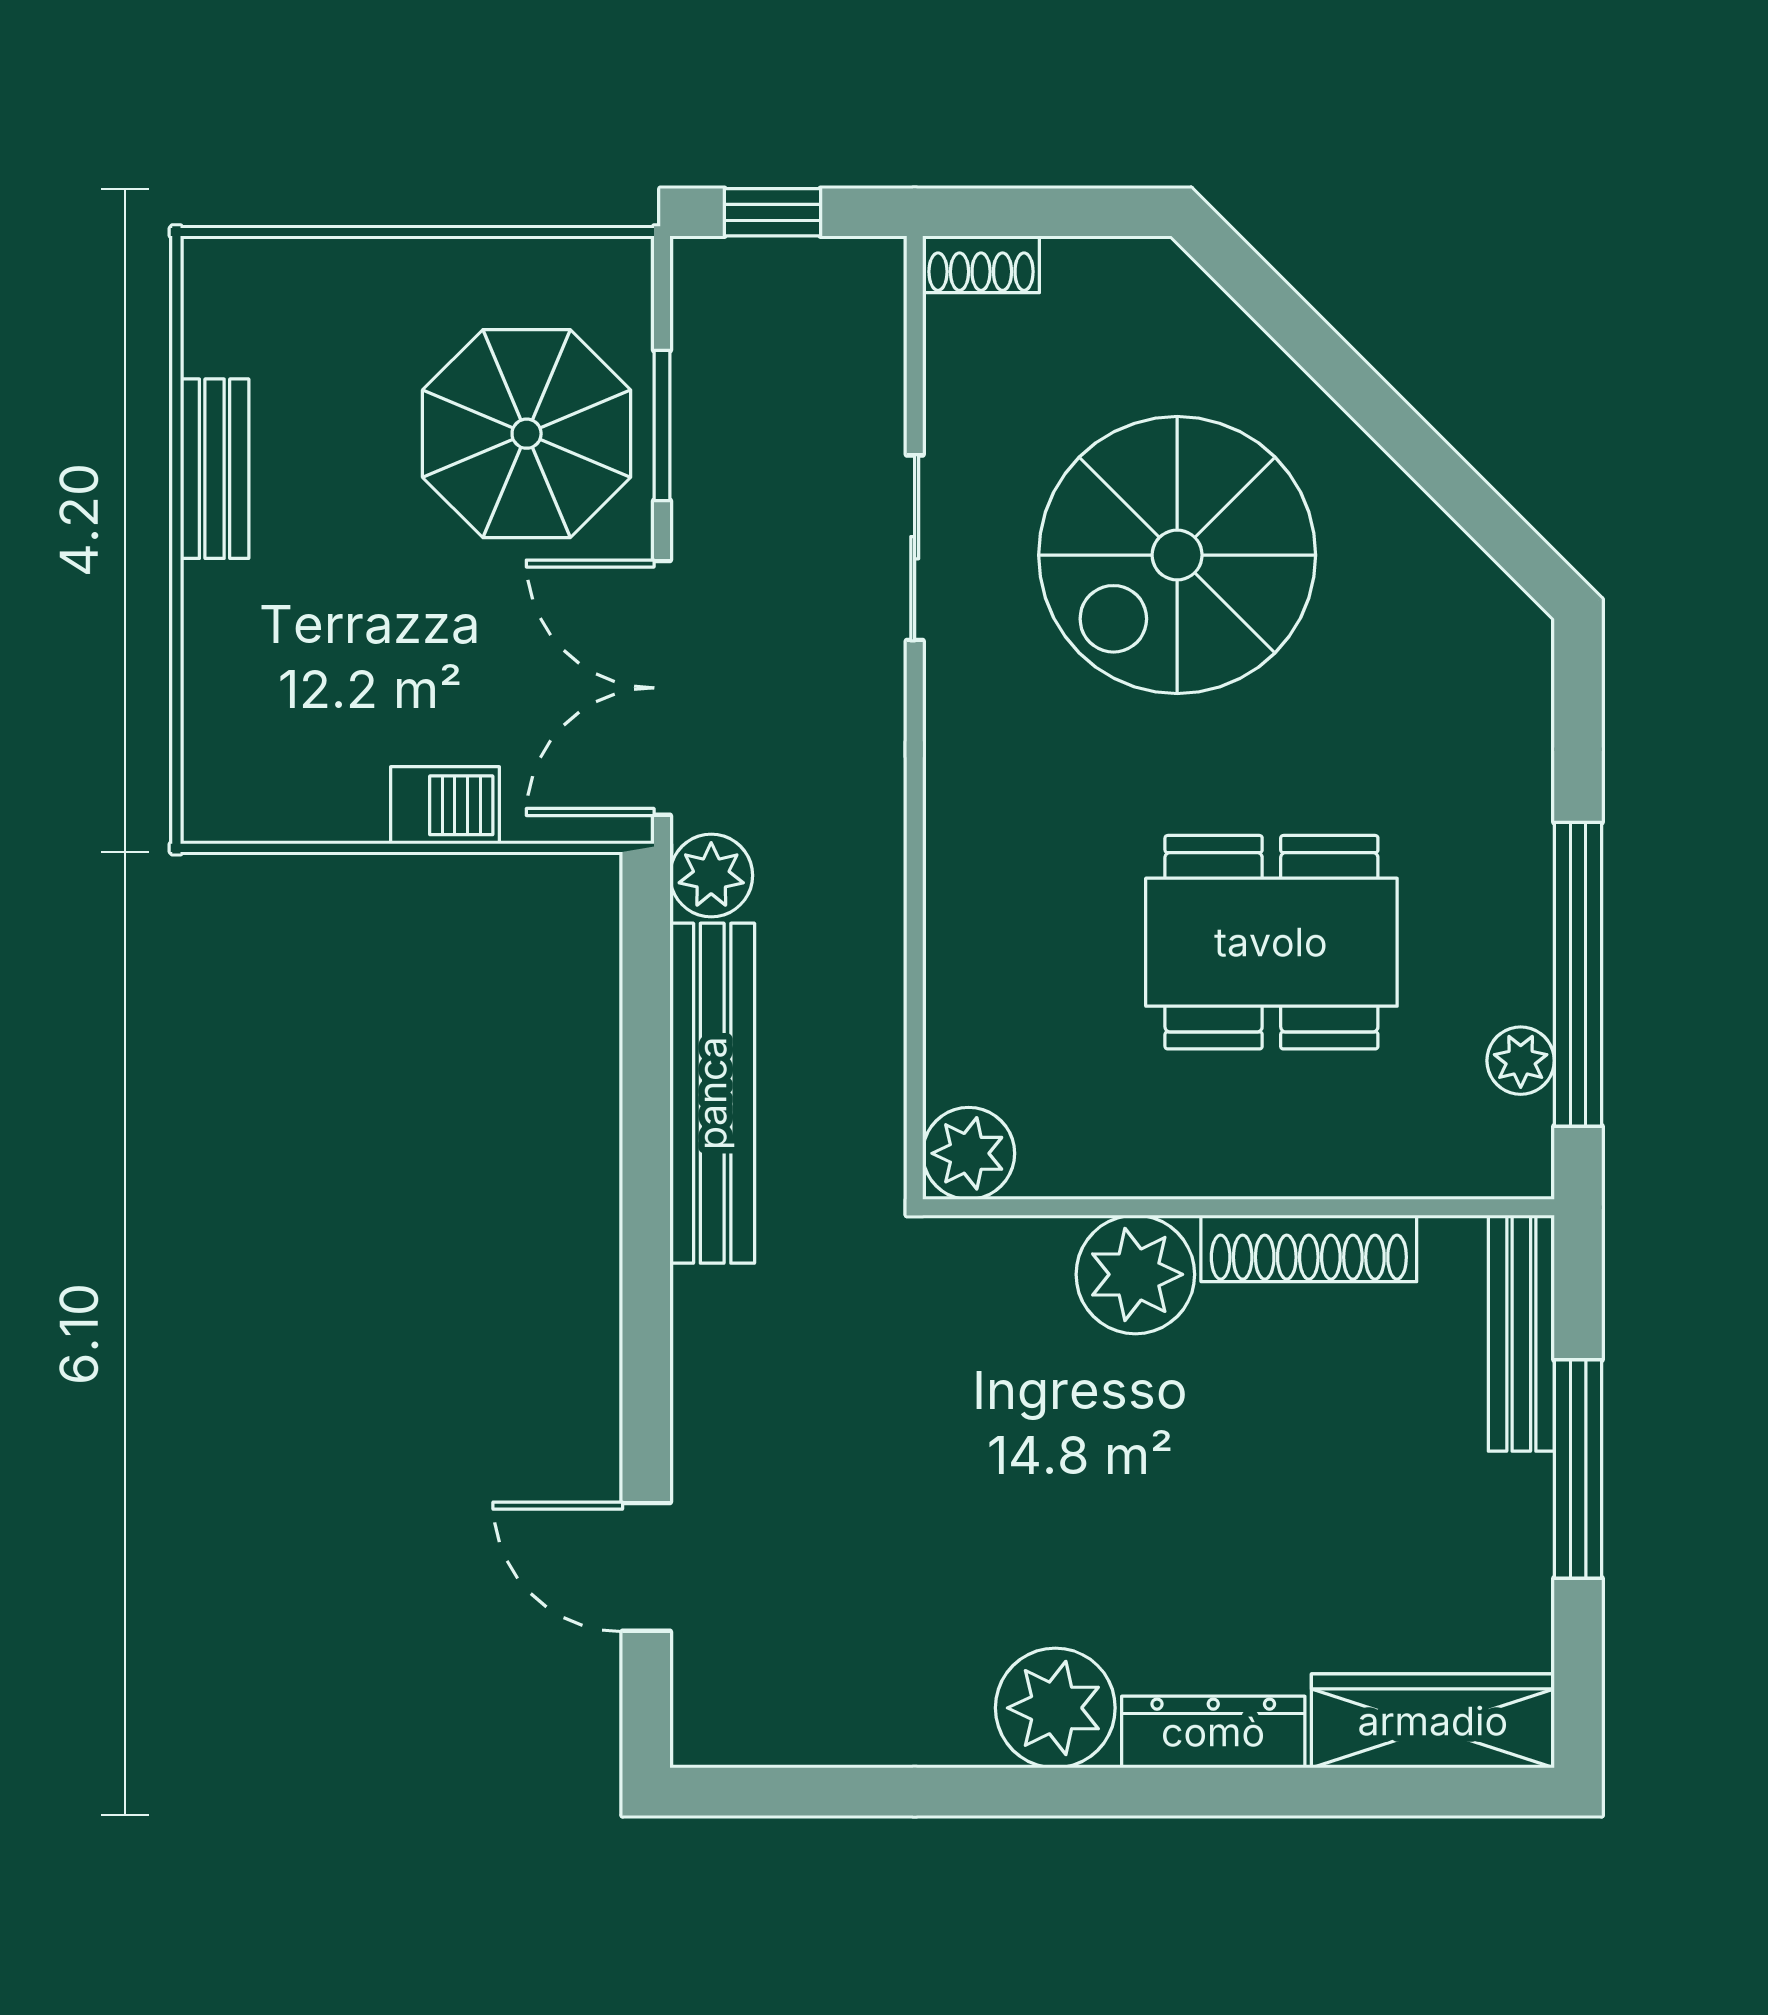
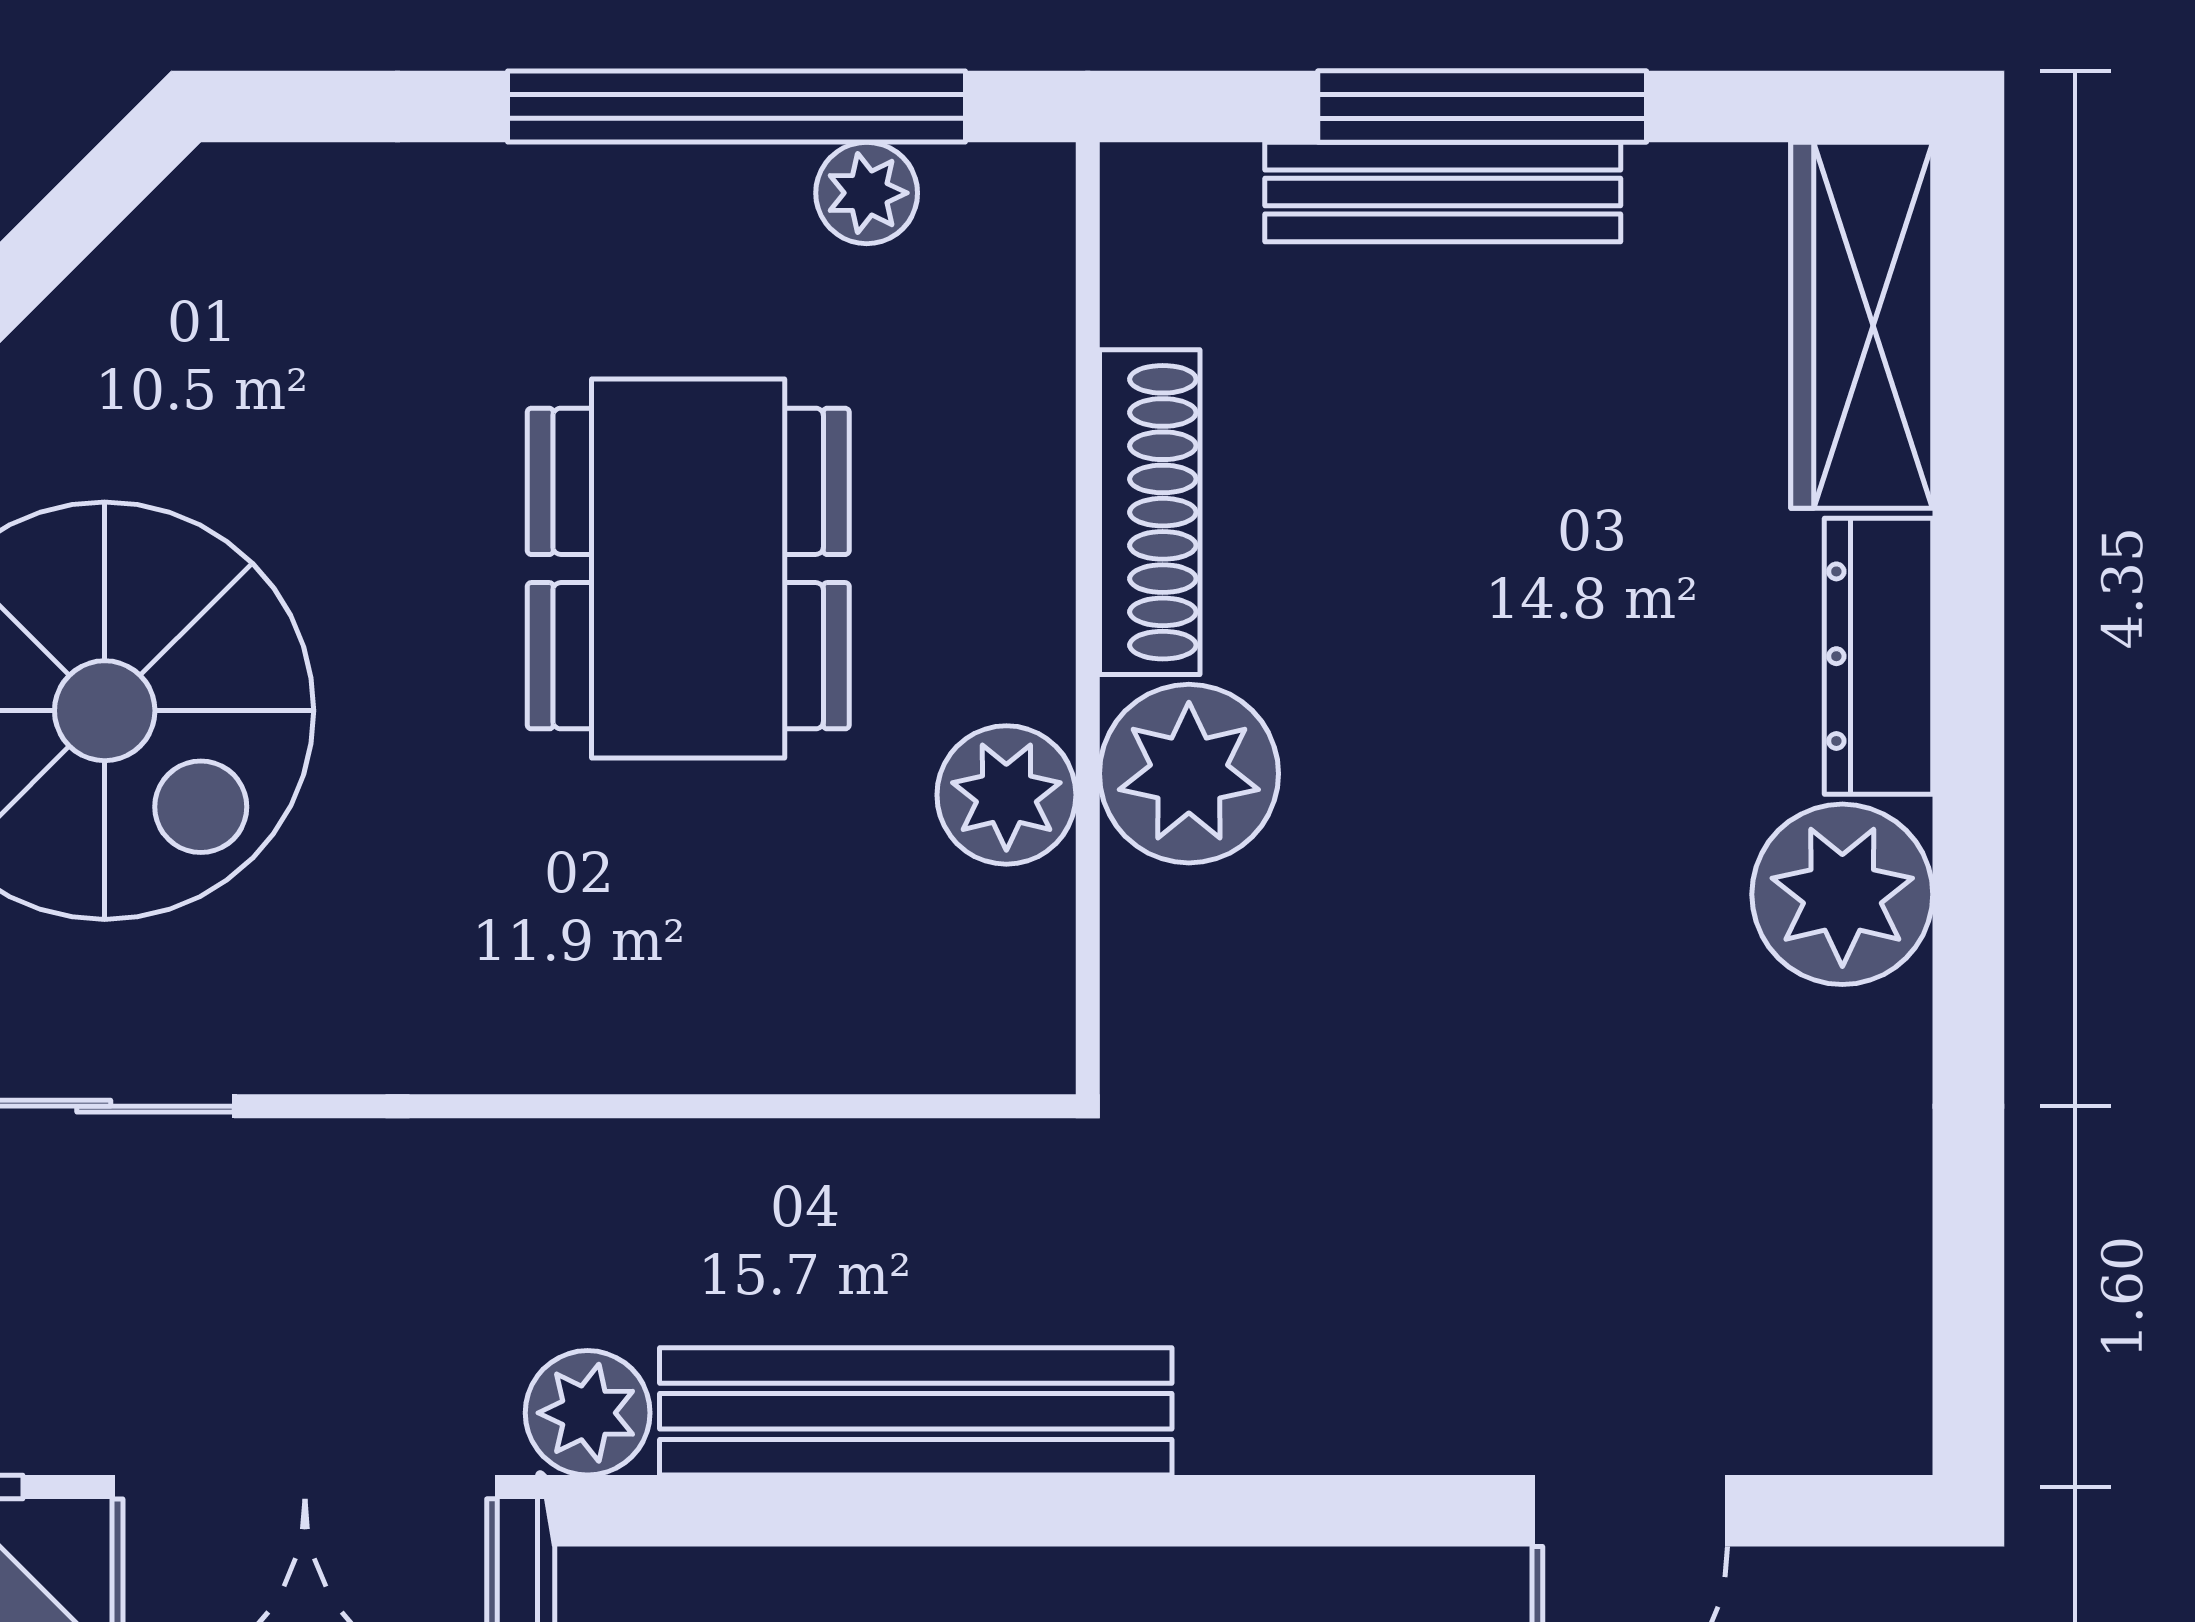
plant: (969, 1153) -> (1006, 795), moved
bench: (1521, 1333) -> (1443, 192), moved

